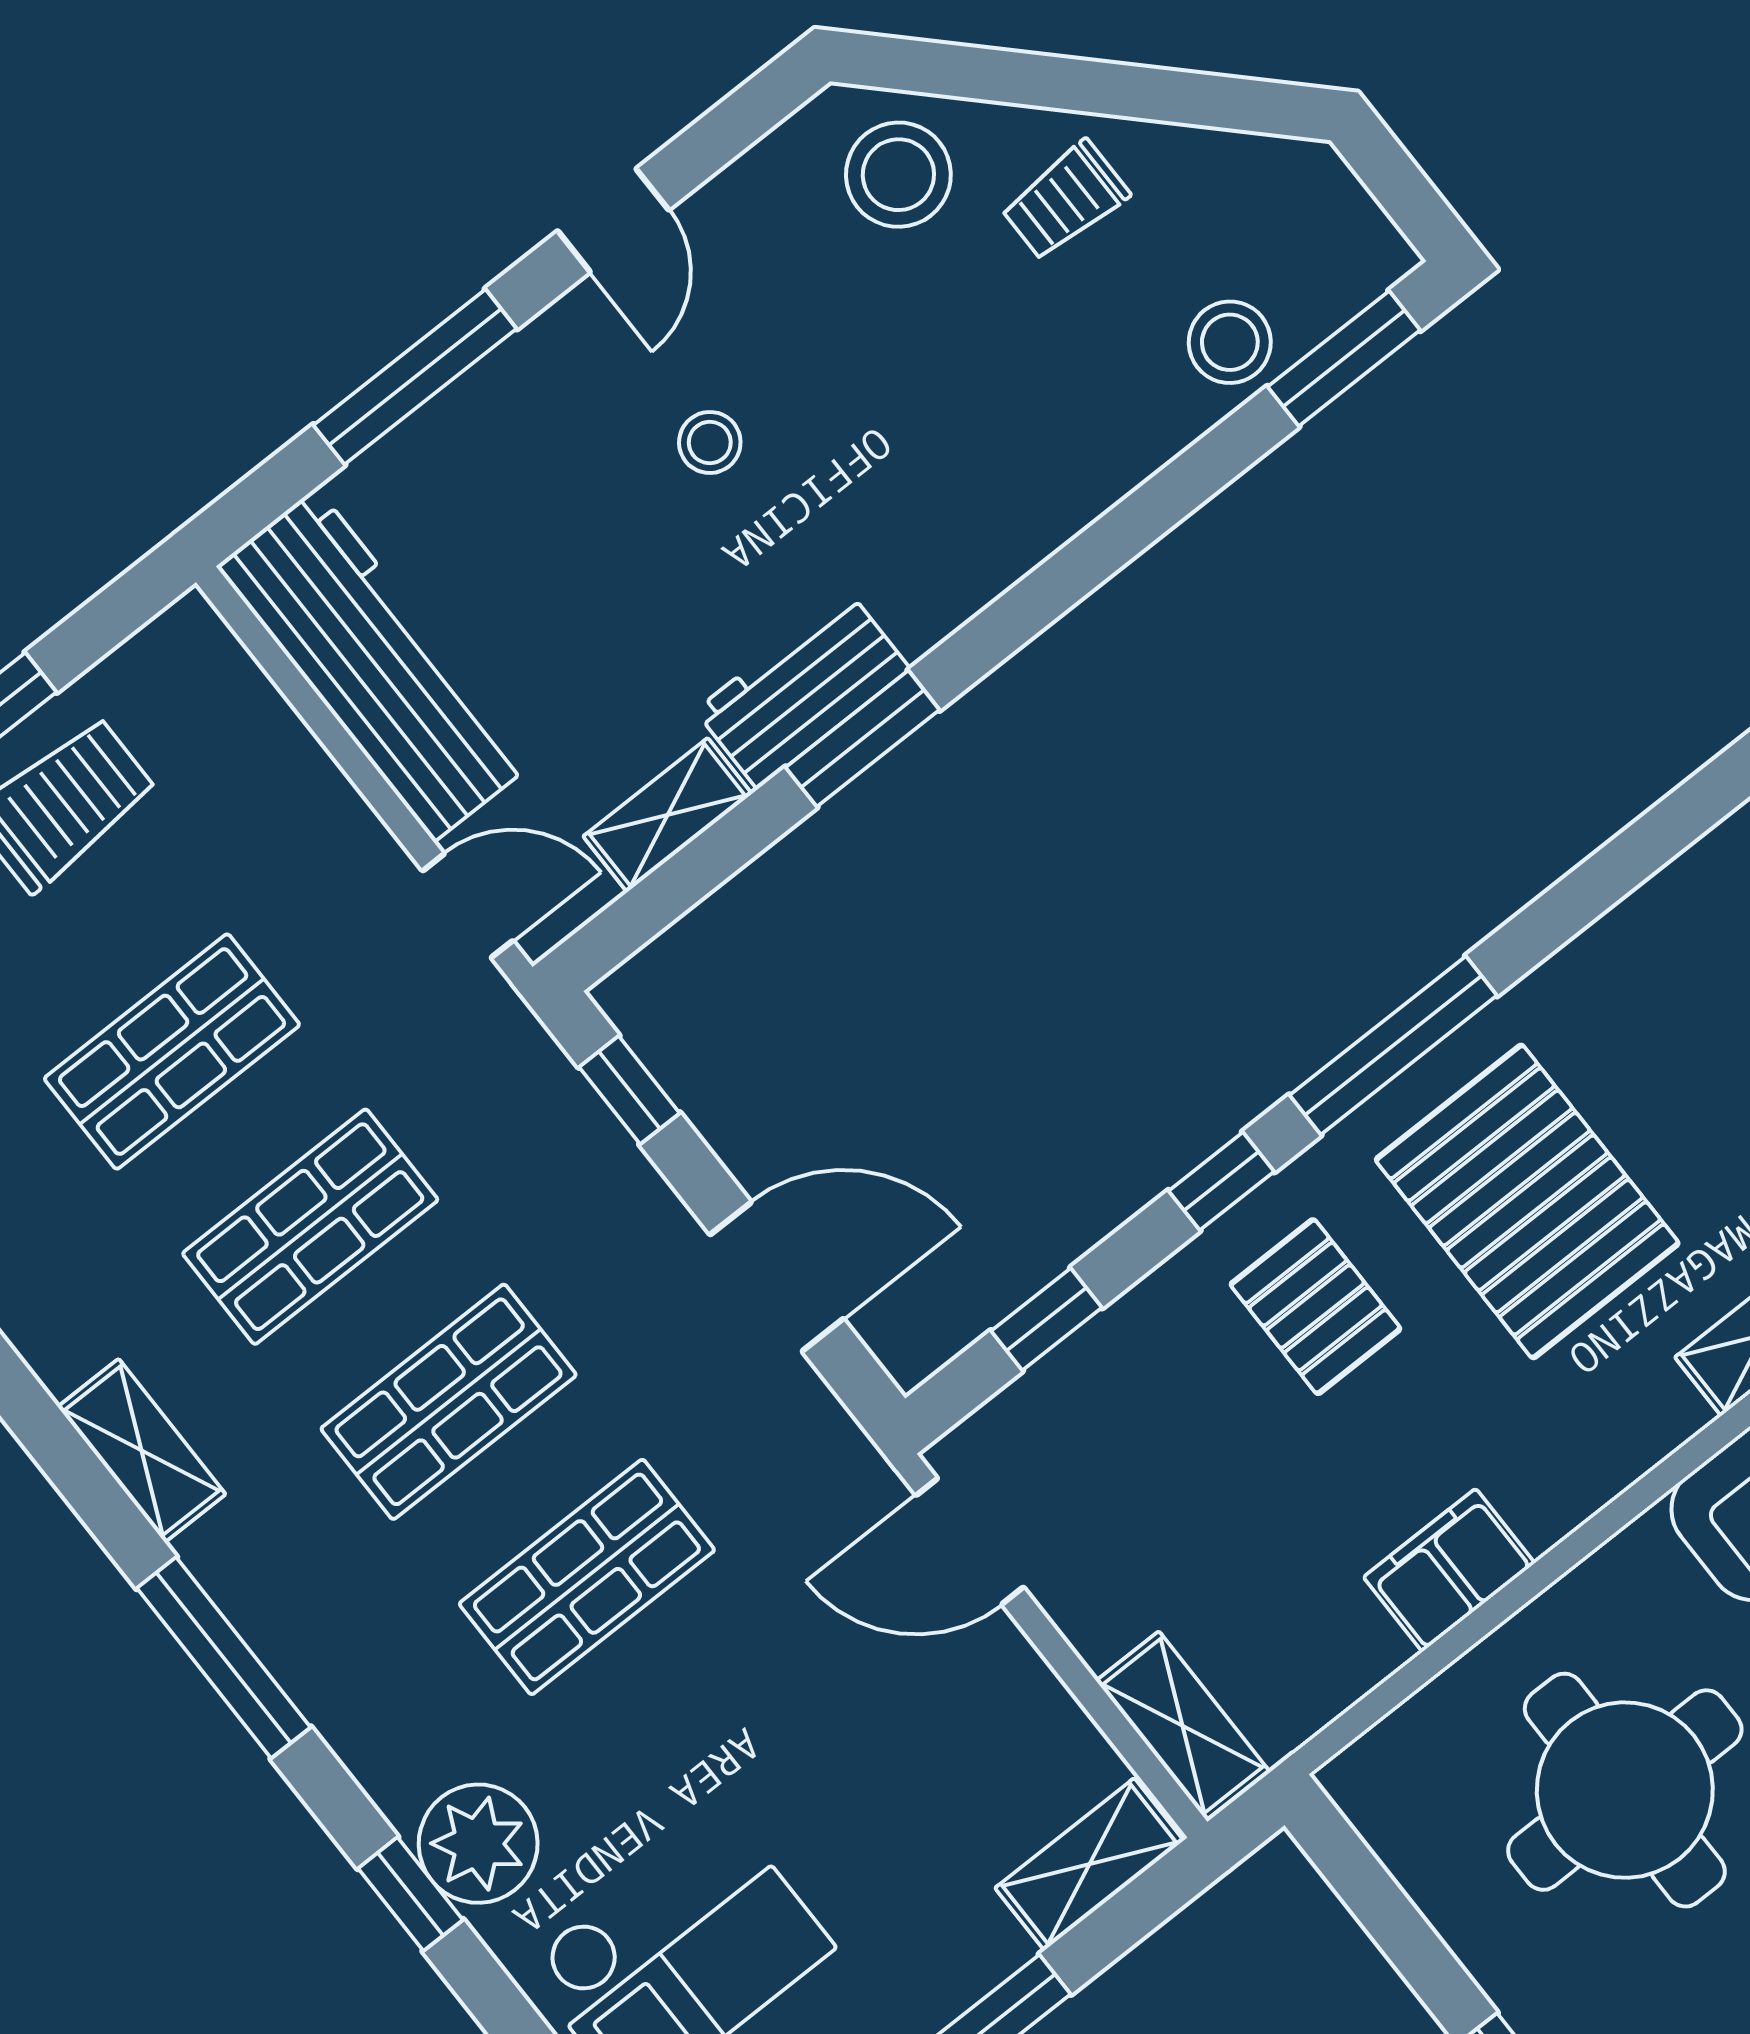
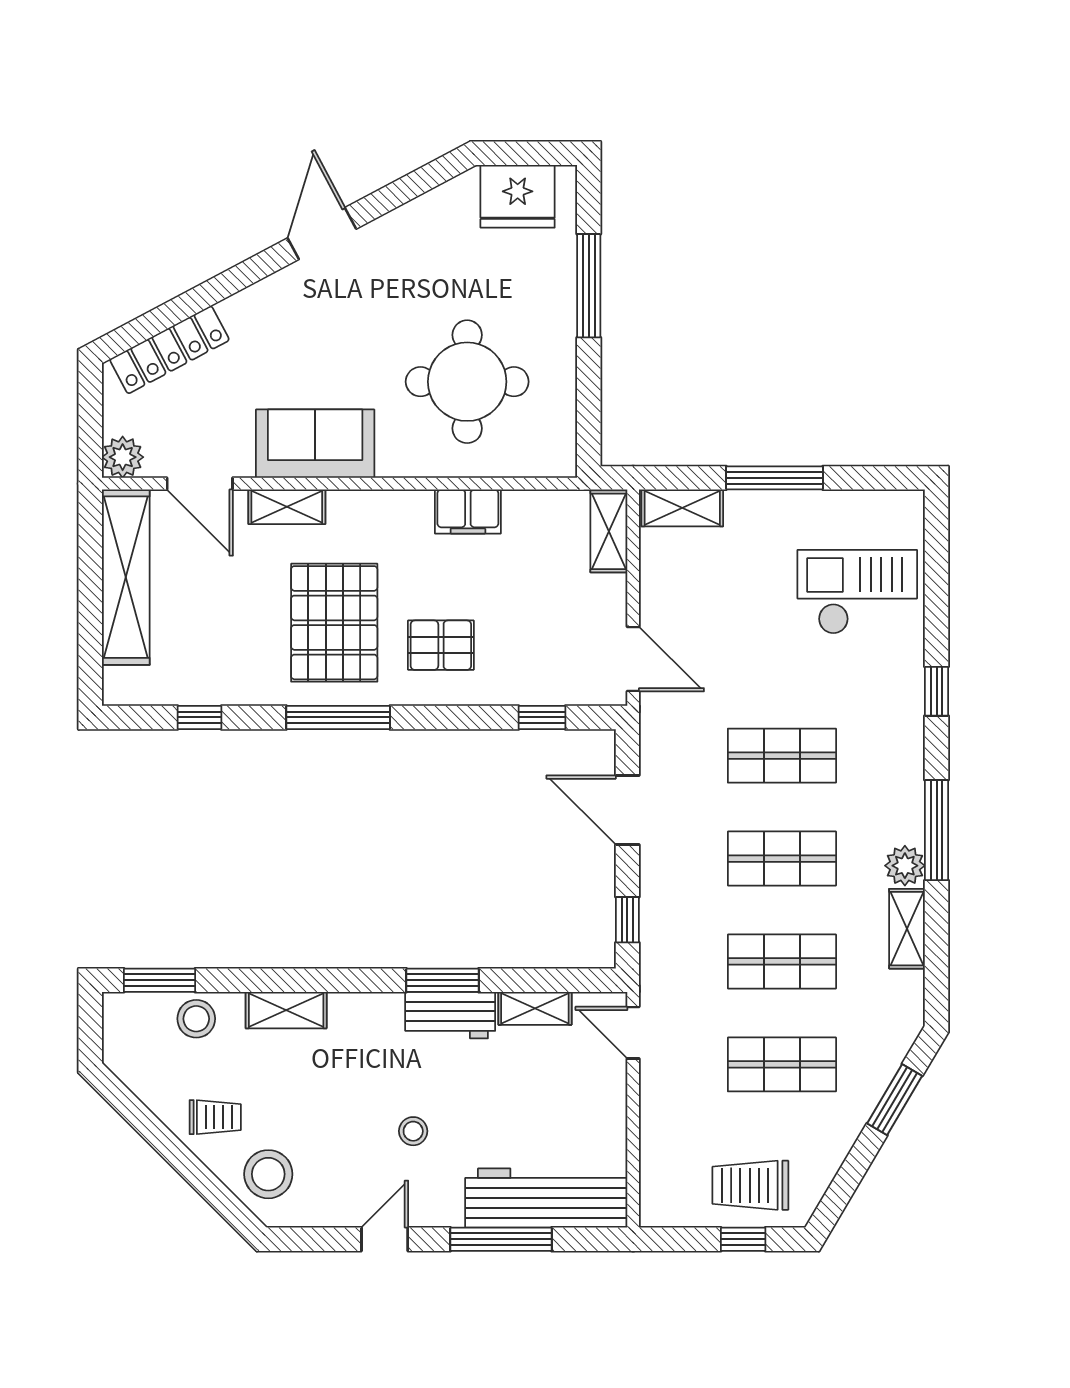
shelving: (1088, 478) -> (286, 1010), added
workbench: (375, 665) -> (546, 1198), moved, turned 90
window: (1221, 1181) -> (200, 717), moved
pallet: (1315, 1307) -> (441, 645), turned 90
plant: (478, 1844) -> (905, 866), moved, width x0.73, depth x0.73

